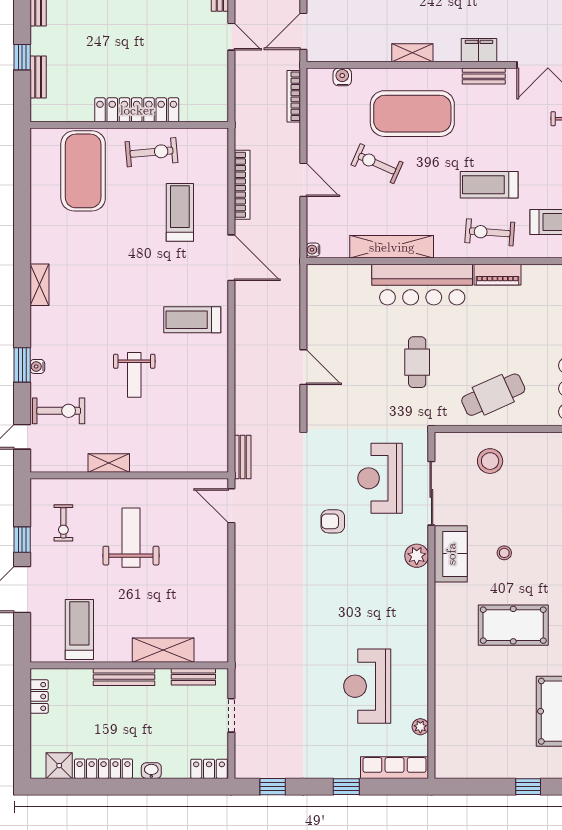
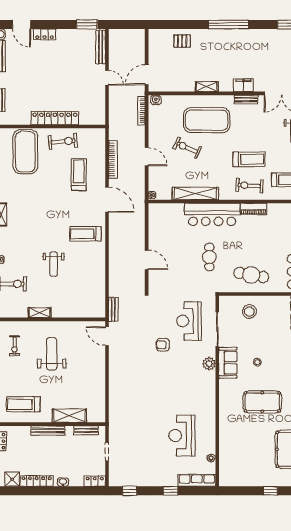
water cooler: (342, 77) -> (156, 100), moved
treadmill: (489, 185) -> (249, 159), turned 180
cafe table: (493, 395) -> (251, 275), turned 34
treadmill: (79, 630) -> (23, 404), turned -90

